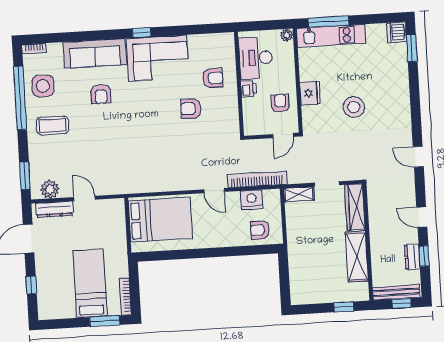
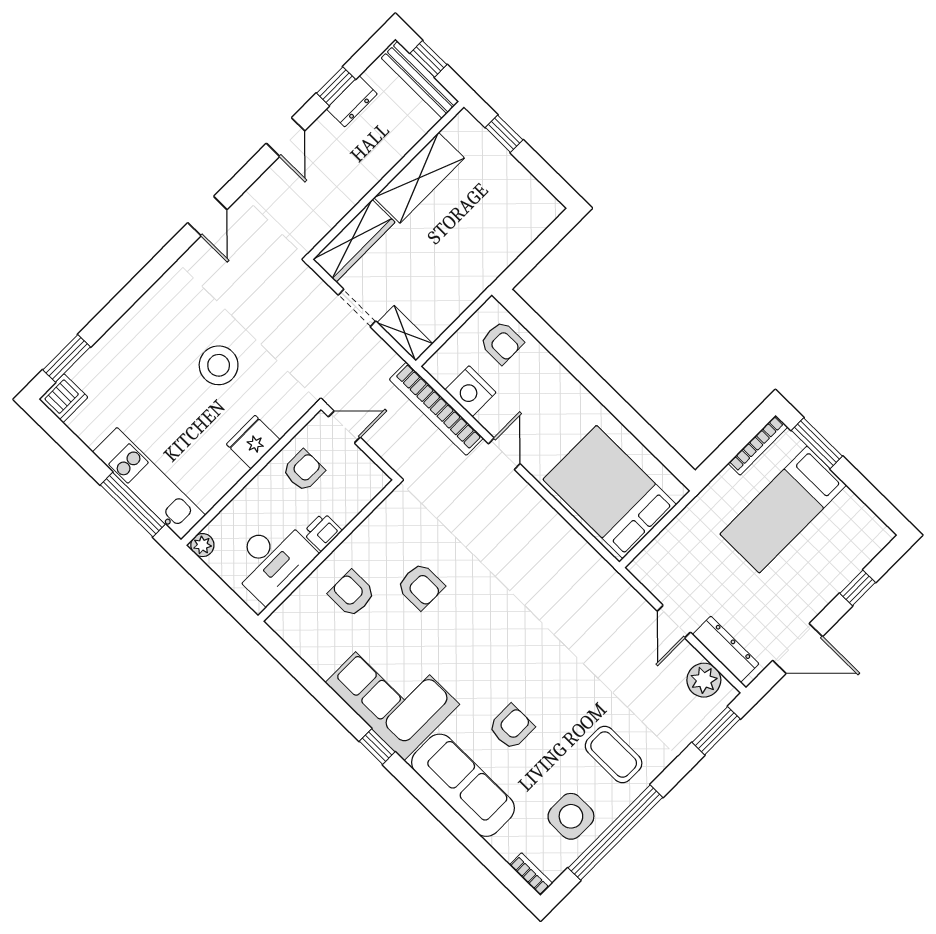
armchair: (280, 103) -> (303, 471), turned 180

